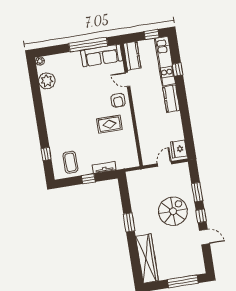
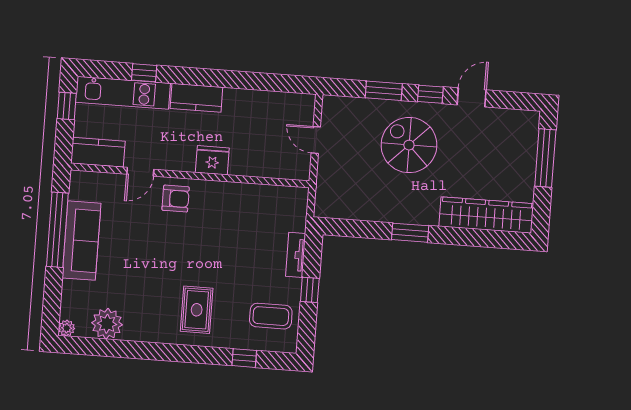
sofa: (102, 55) -> (81, 241), moved
rug: (109, 124) -> (197, 310), moved
fridge: (179, 149) -> (212, 160), moved, turned 180

